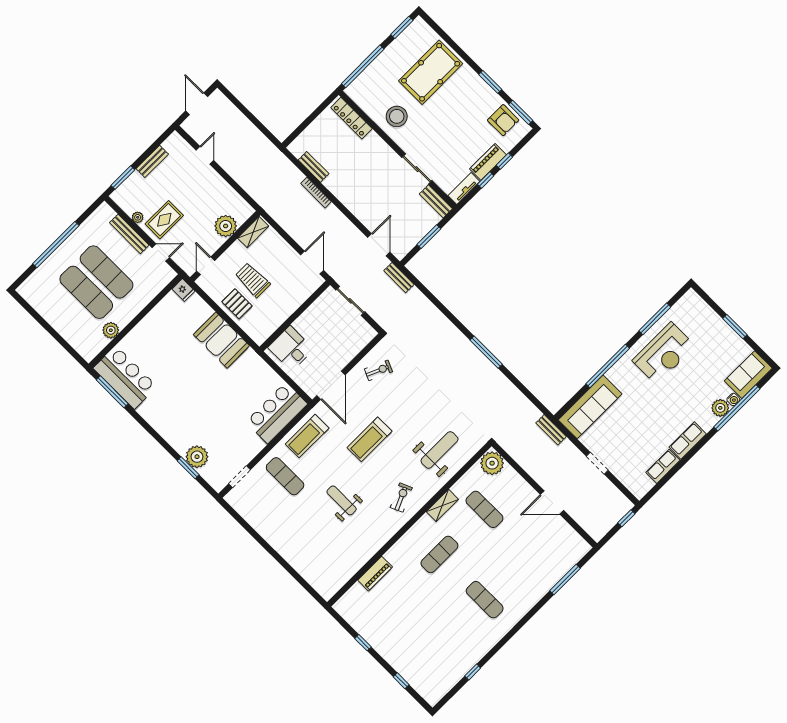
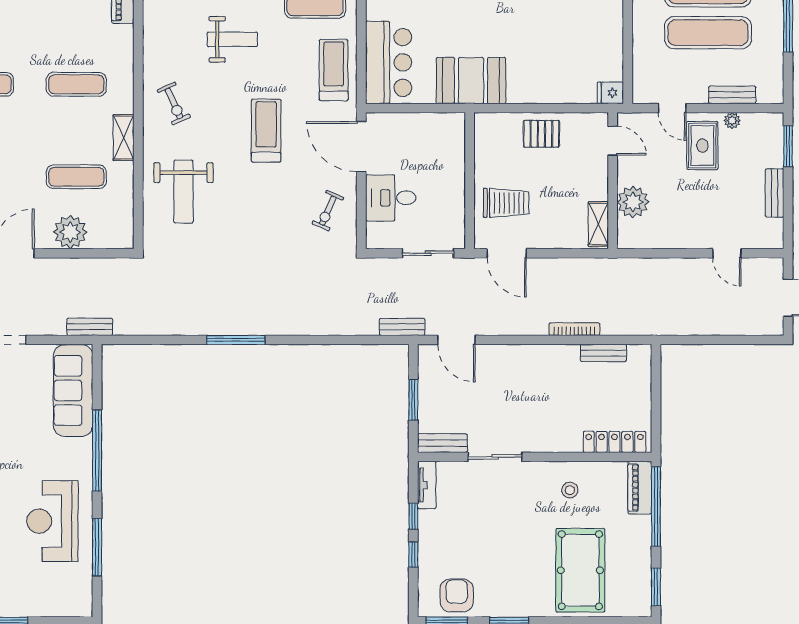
stool: (397, 116) -> (570, 490), width x0.53, depth x0.53
armchair: (503, 120) -> (457, 596), turned 90
piano: (488, 162) -> (640, 488), moved, turned 180
bench: (129, 234) -> (732, 95), width x0.73
door: (161, 253) -> (672, 108), hinge flipped
trolley: (253, 280) -> (506, 203), moved
booth: (221, 340) -> (471, 81), moved
desk: (291, 348) -> (391, 198), moved, turned 180
plant: (492, 463) -> (70, 232), moved
exercise mat: (439, 554) -> (76, 84), turned 90

